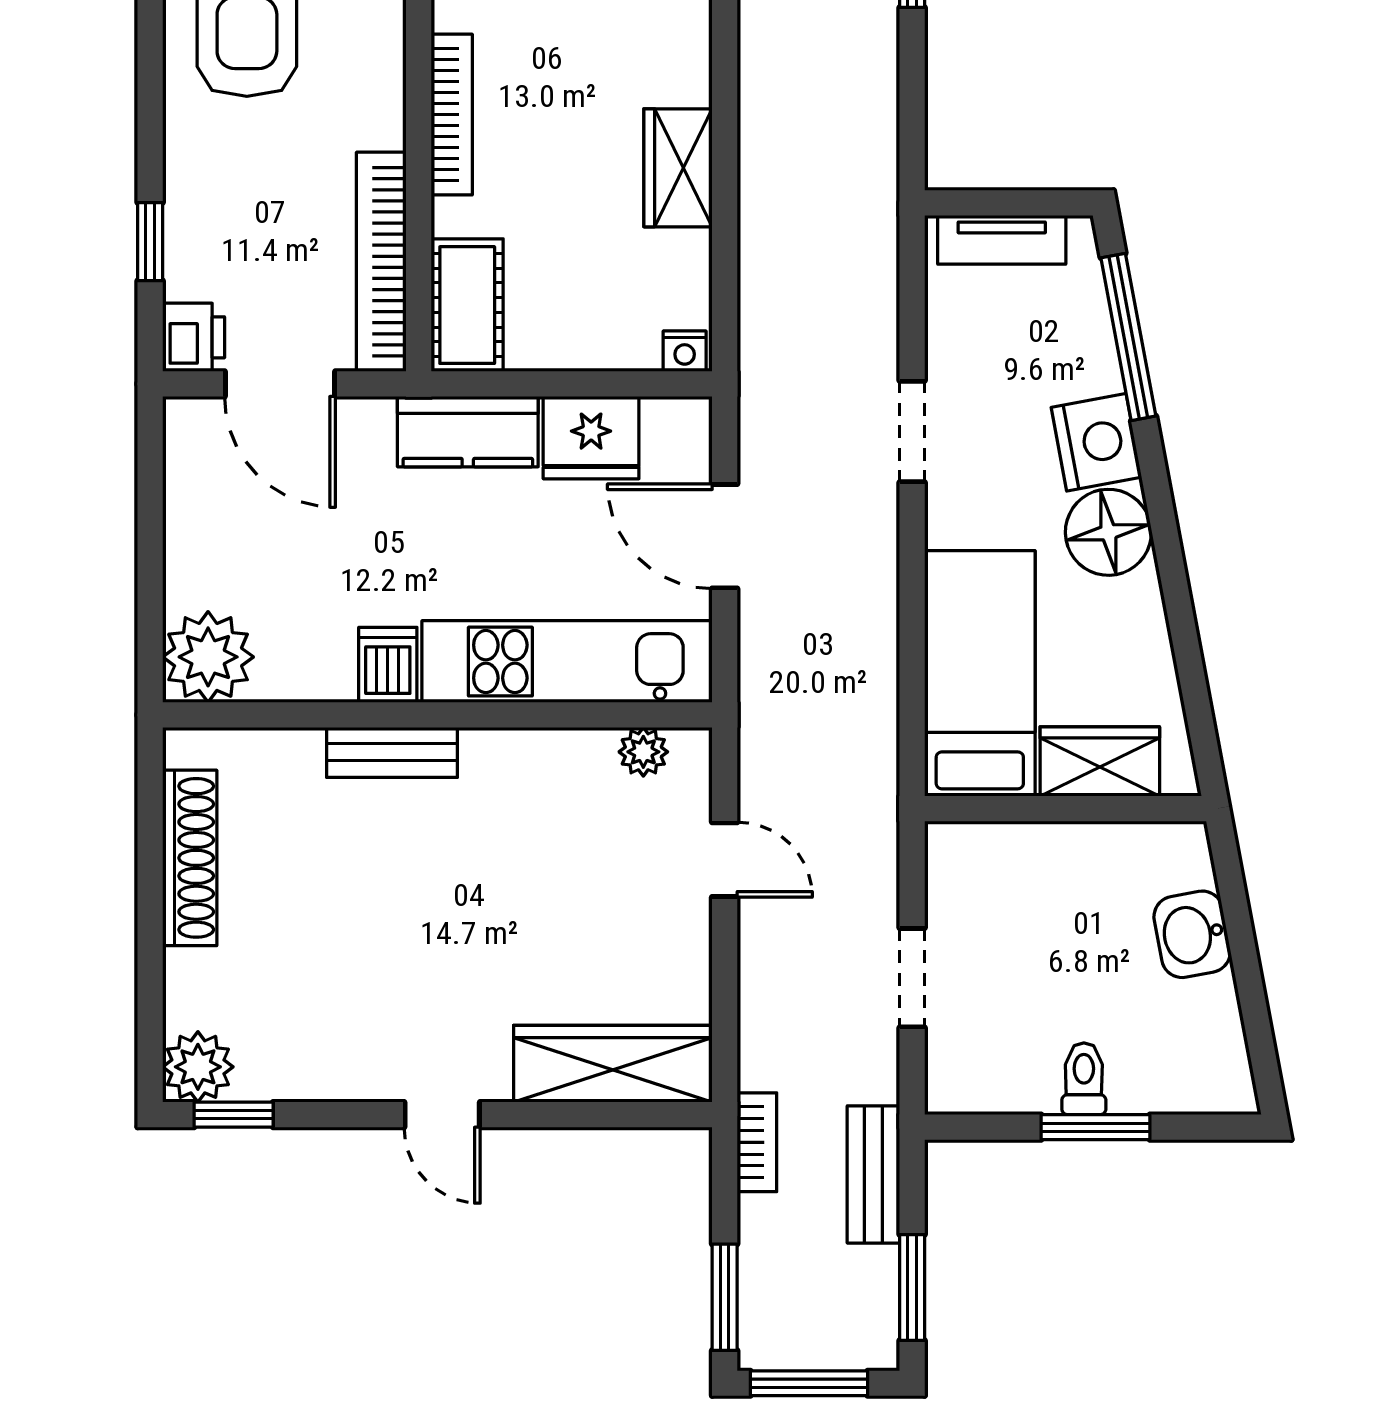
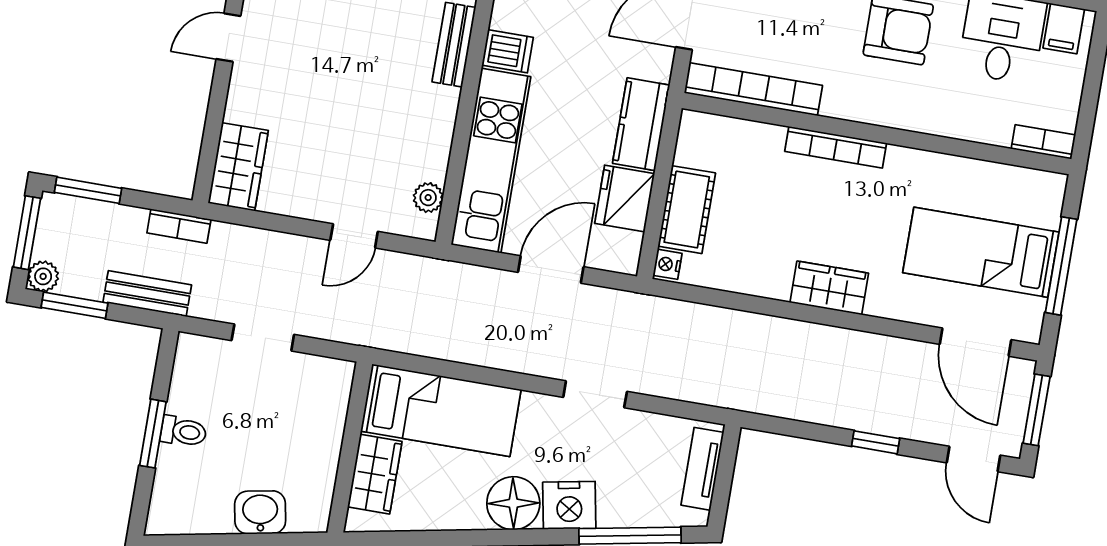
wardrobe: (678, 168) -> (829, 288), moved
cot: (467, 305) -> (687, 210), moved, turned 90
wardrobe: (613, 1064) -> (238, 167), width x0.67
plant: (874, 1346) -> (43, 276), added

